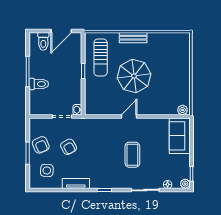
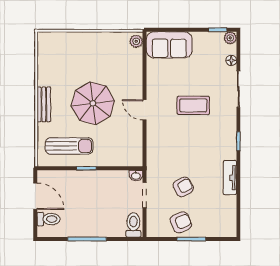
toilet: (39, 84) -> (133, 225), moved
side table: (47, 170) -> (213, 215), removed

